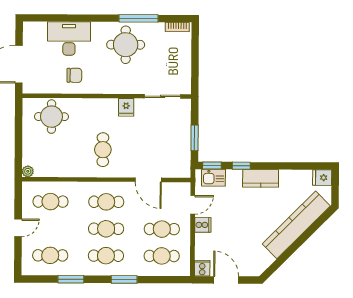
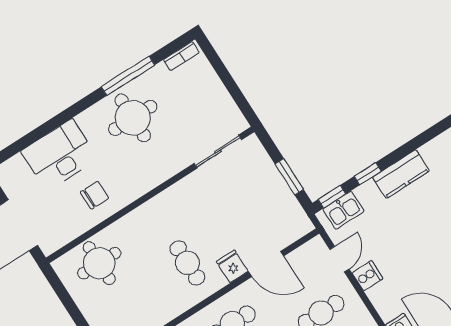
fridge: (126, 107) -> (232, 266), moved, turned 180

